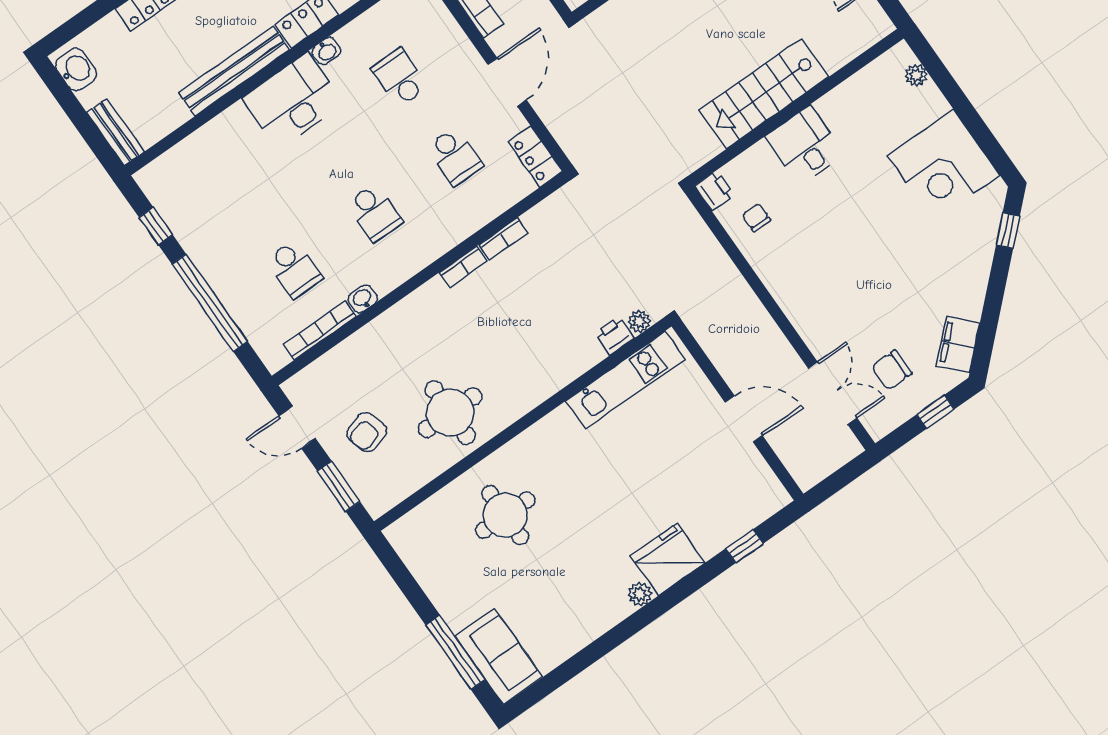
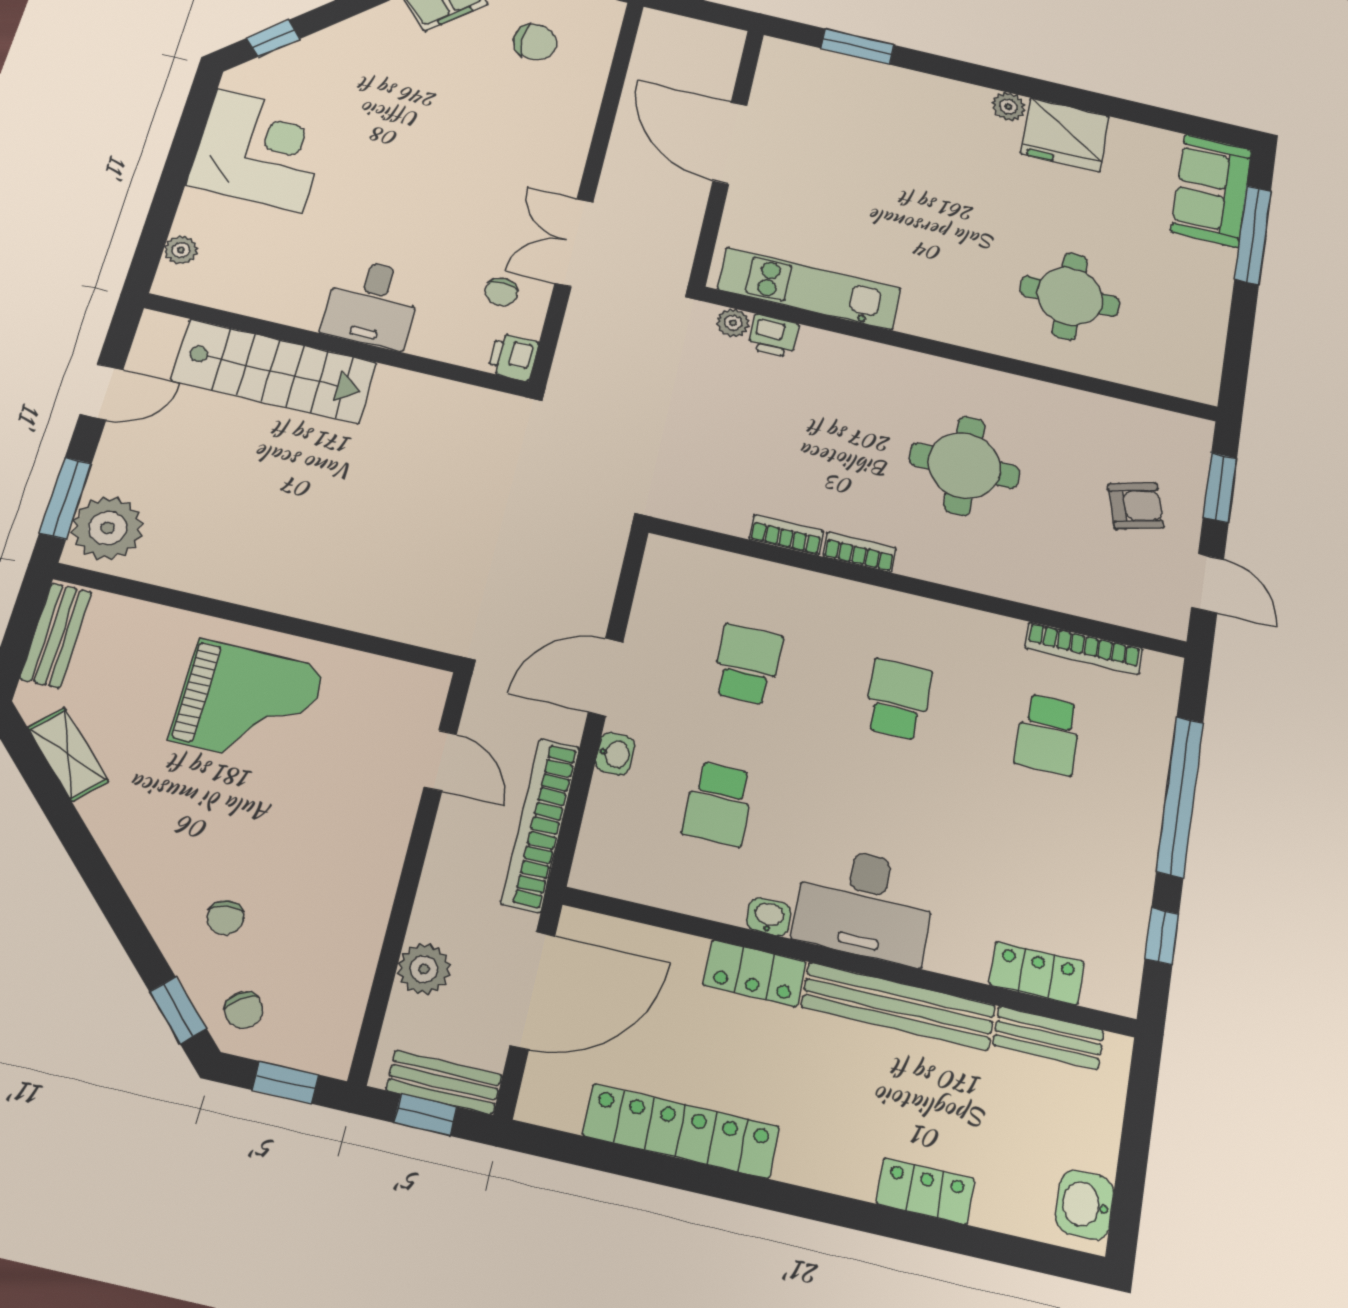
stairs: (764, 94) -> (274, 371), moved
bench: (116, 132) -> (1048, 1038), moved, turned 90
locker: (535, 157) -> (1037, 973), moved, turned -90
school desk: (294, 269) -> (1048, 734), turned 180
washbasin: (363, 299) -> (615, 754), moved, turned -90
double door: (833, 393) -> (574, 242), moved
round table: (450, 413) -> (964, 466), moved
door: (744, 419) -> (730, 143), width x1.36
window: (744, 546) -> (857, 47), width x1.50
fridge: (668, 559) -> (1065, 135), moved

